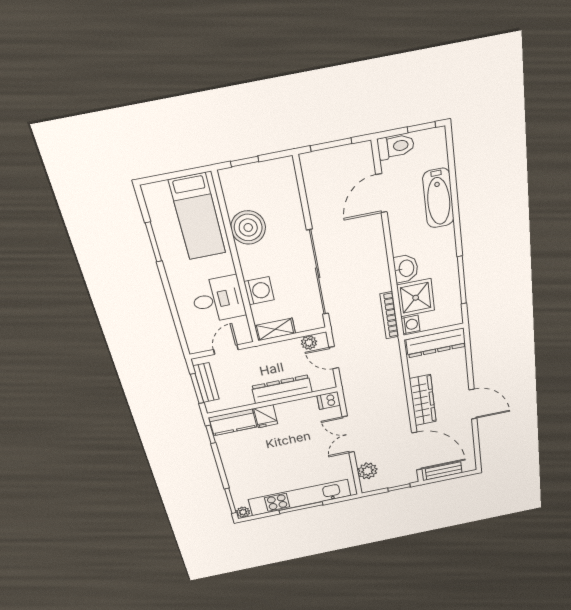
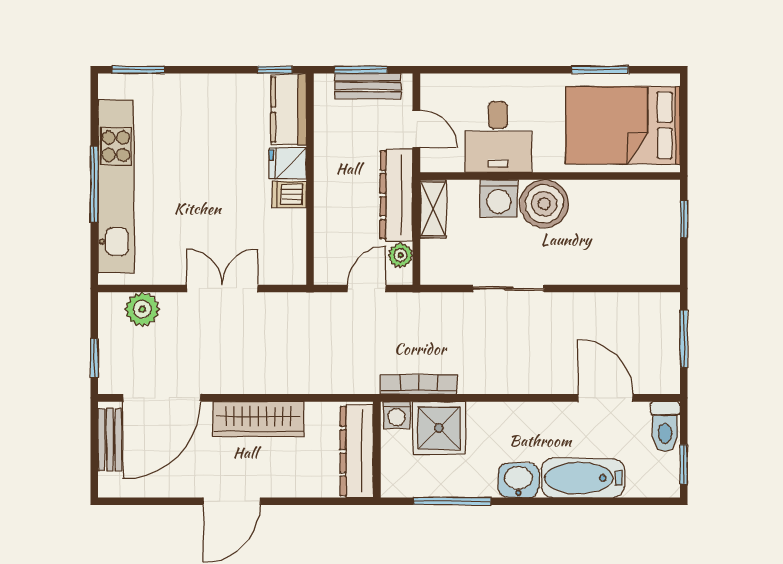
bed: (197, 217) -> (623, 125), width x1.50
boiler: (248, 227) -> (544, 204), moved
washbasin: (406, 268) -> (518, 480), moved, turned 180
sliding door: (318, 273) -> (508, 288), width x0.54
dresser: (282, 389) -> (396, 195), moved, turned 180
dishwasher: (329, 400) -> (289, 194), moved, turned -90
plant: (243, 512) -> (110, 85), removed

